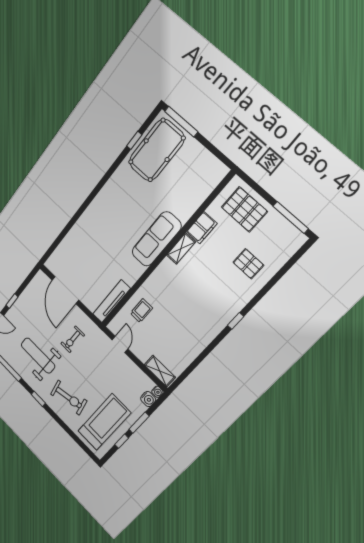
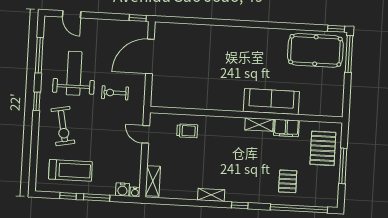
window: (134, 140) -> (336, 29), moved
window: (291, 217) -> (343, 166), moved
sofa: (156, 239) -> (271, 102), moved
window: (280, 273) -> (299, 208), added
window: (12, 301) -> (138, 18), moved
tv unit: (111, 301) -> (174, 102), removed
shelving: (208, 336) -> (211, 195), added
door: (120, 344) -> (146, 134), swing flipped
treadmill: (104, 422) -> (70, 170), width x0.73, depth x0.73

